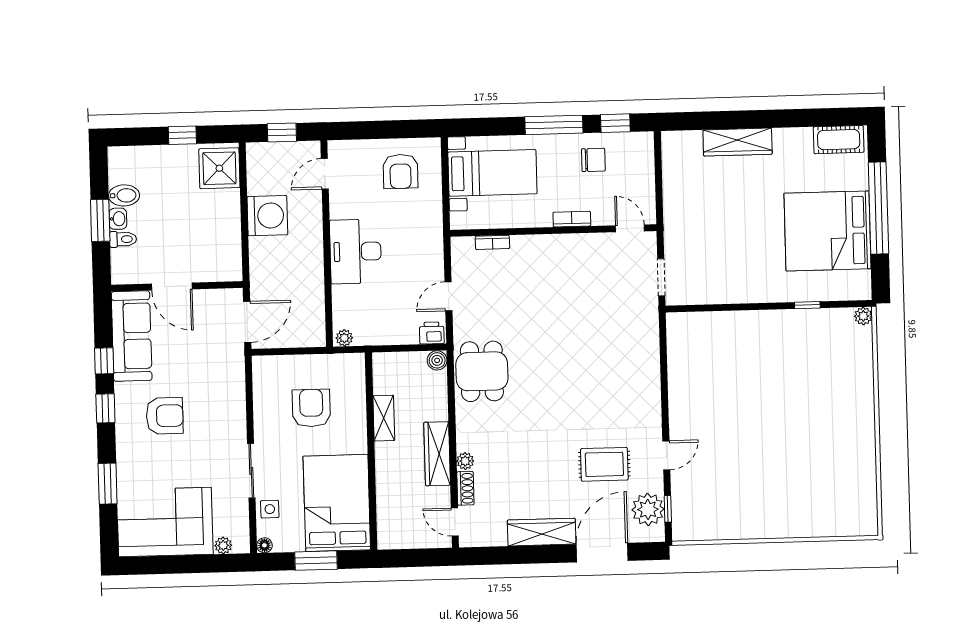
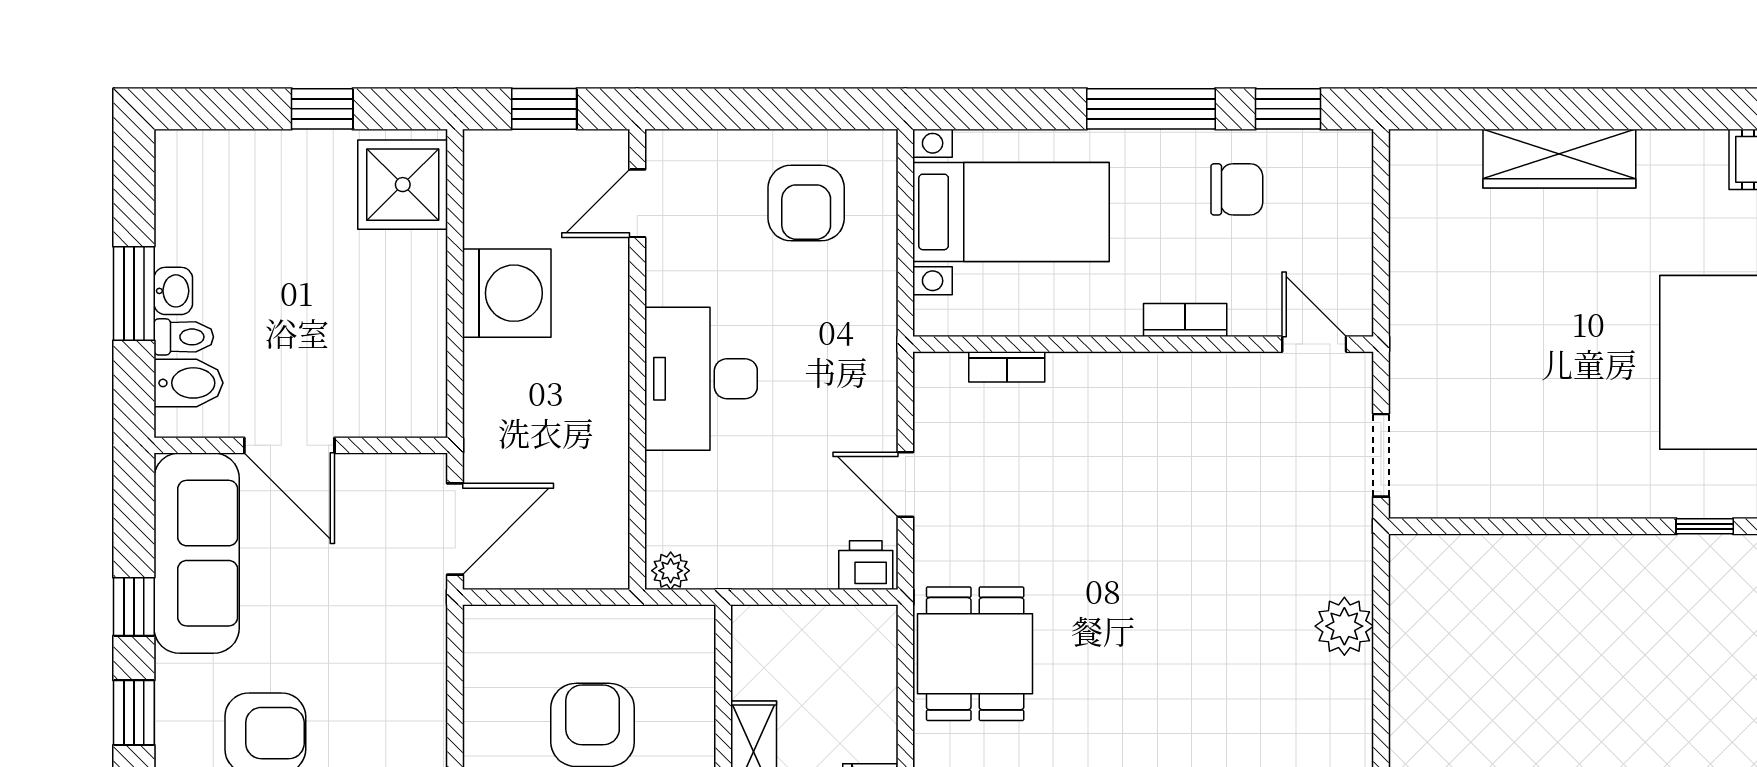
bidet: (124, 195) -> (188, 383), moved
door: (448, 296) -> (905, 484), hinge flipped
plant: (647, 354) -> (1344, 626), added
boiler: (437, 360) -> (876, 627), removed

